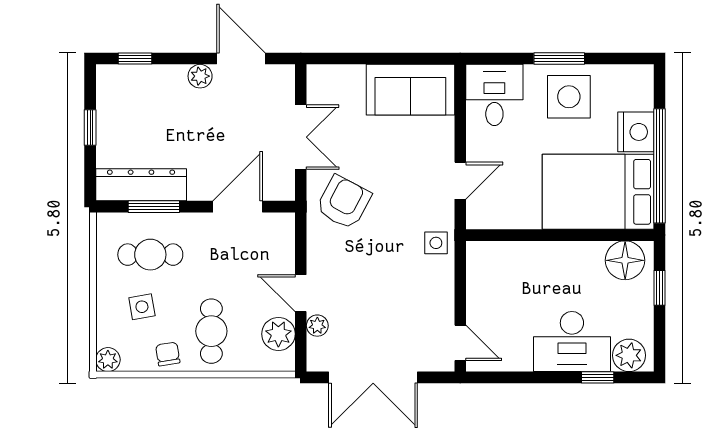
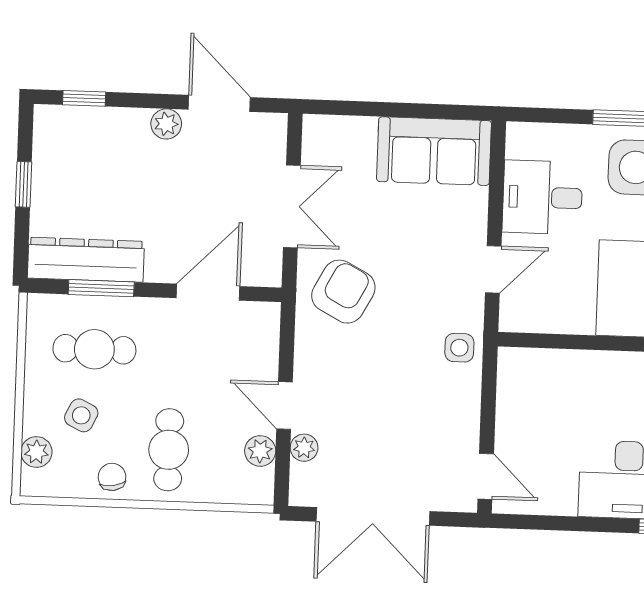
desk: (494, 95) -> (542, 197), moved, turned -90
side table: (142, 307) -> (81, 415), turned 36
plant: (278, 334) -> (260, 451), width x0.73, depth x0.73
plant: (108, 360) -> (36, 452), moved

